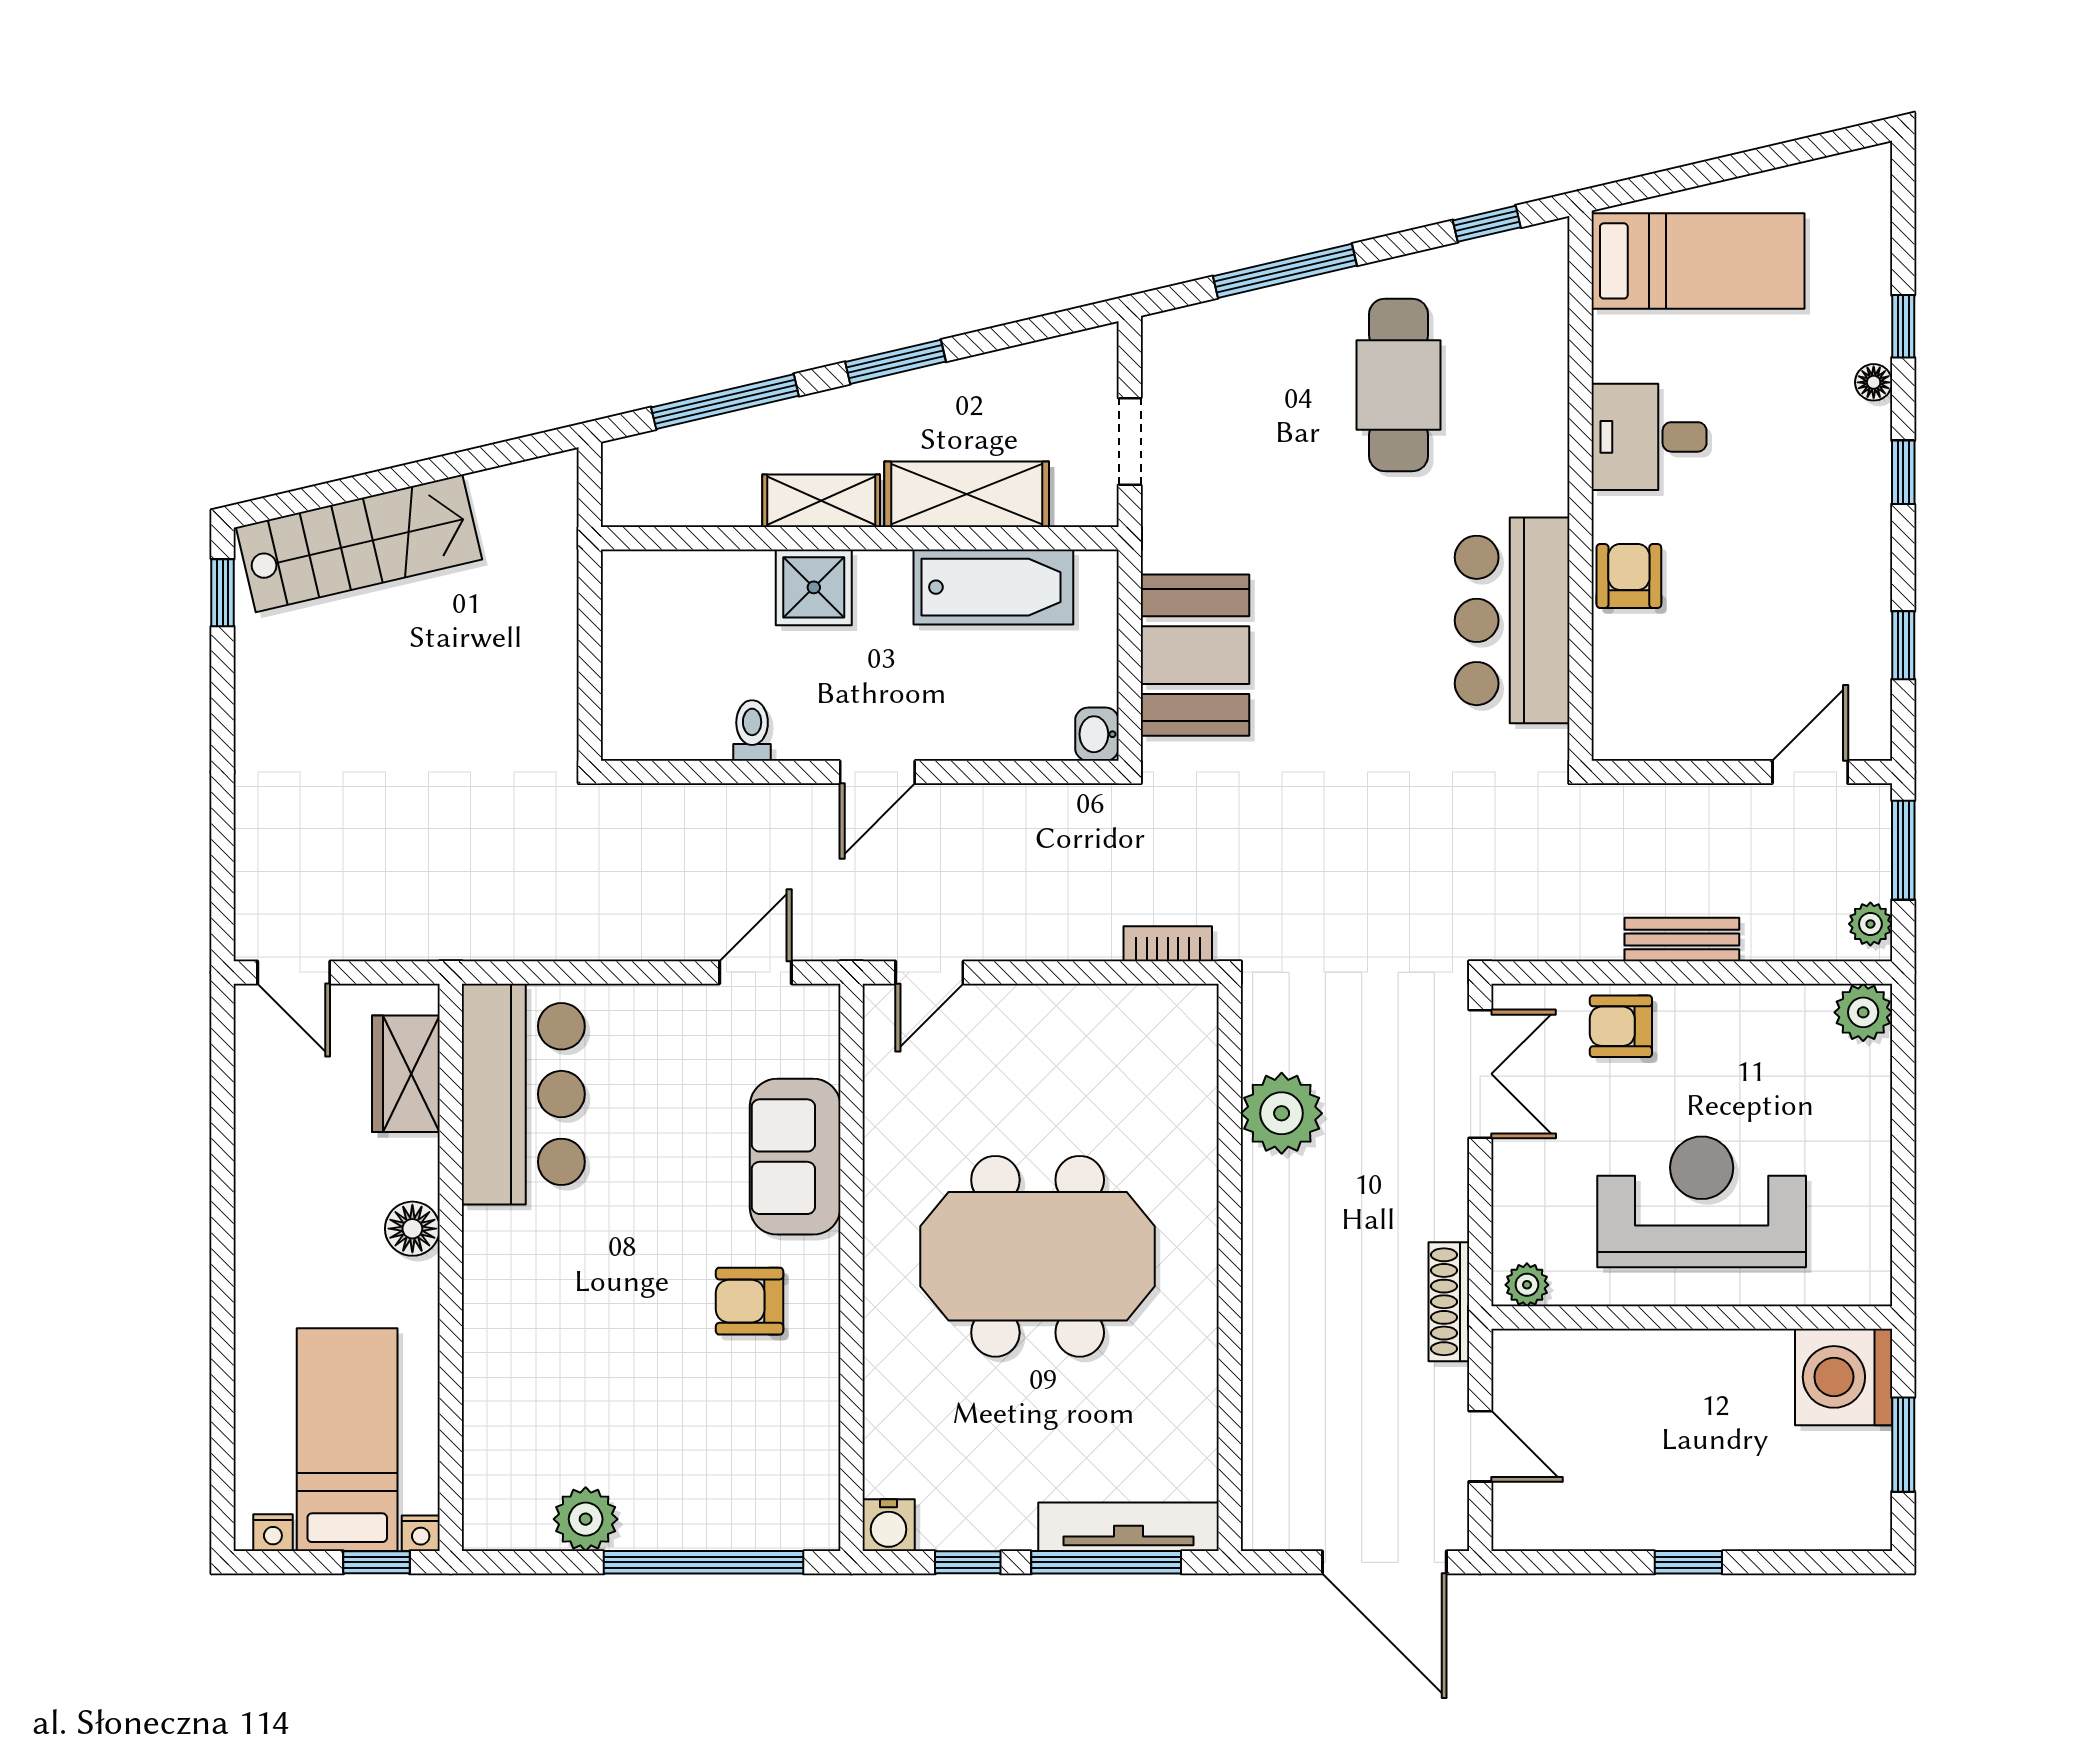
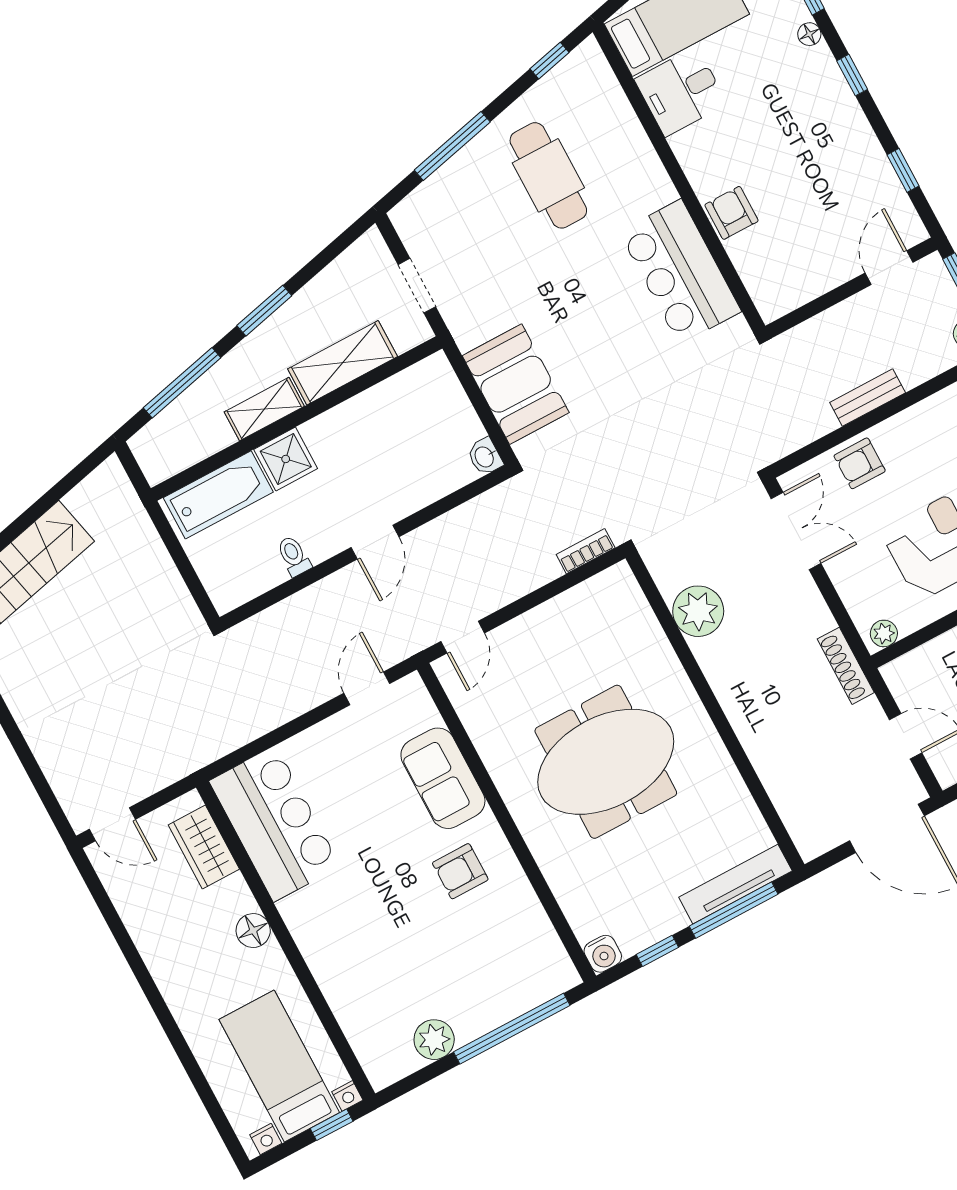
desk: (1649, 437) -> (681, 92), moved
bathtub: (993, 587) -> (218, 495), moved

